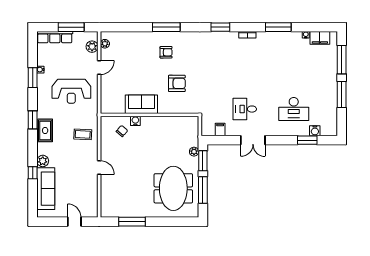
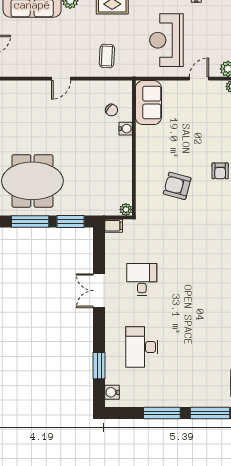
door: (99, 68) -> (199, 79), swing flipped
armchair: (177, 83) -> (177, 186), turned 105
sofa: (141, 104) -> (148, 103), moved
filing cabinet: (220, 129) -> (114, 226), moved
water cooler: (315, 131) -> (112, 392), moved
plant: (194, 152) -> (126, 209), moved

